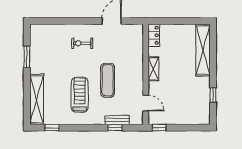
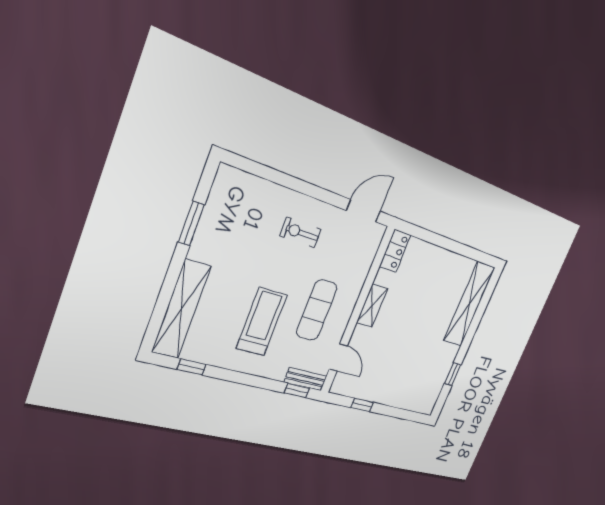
locker: (154, 35) -> (395, 251), moved
shelving: (153, 69) -> (372, 306), moved
wall: (146, 74) -> (357, 311), moved
door: (146, 103) -> (338, 357), moved

